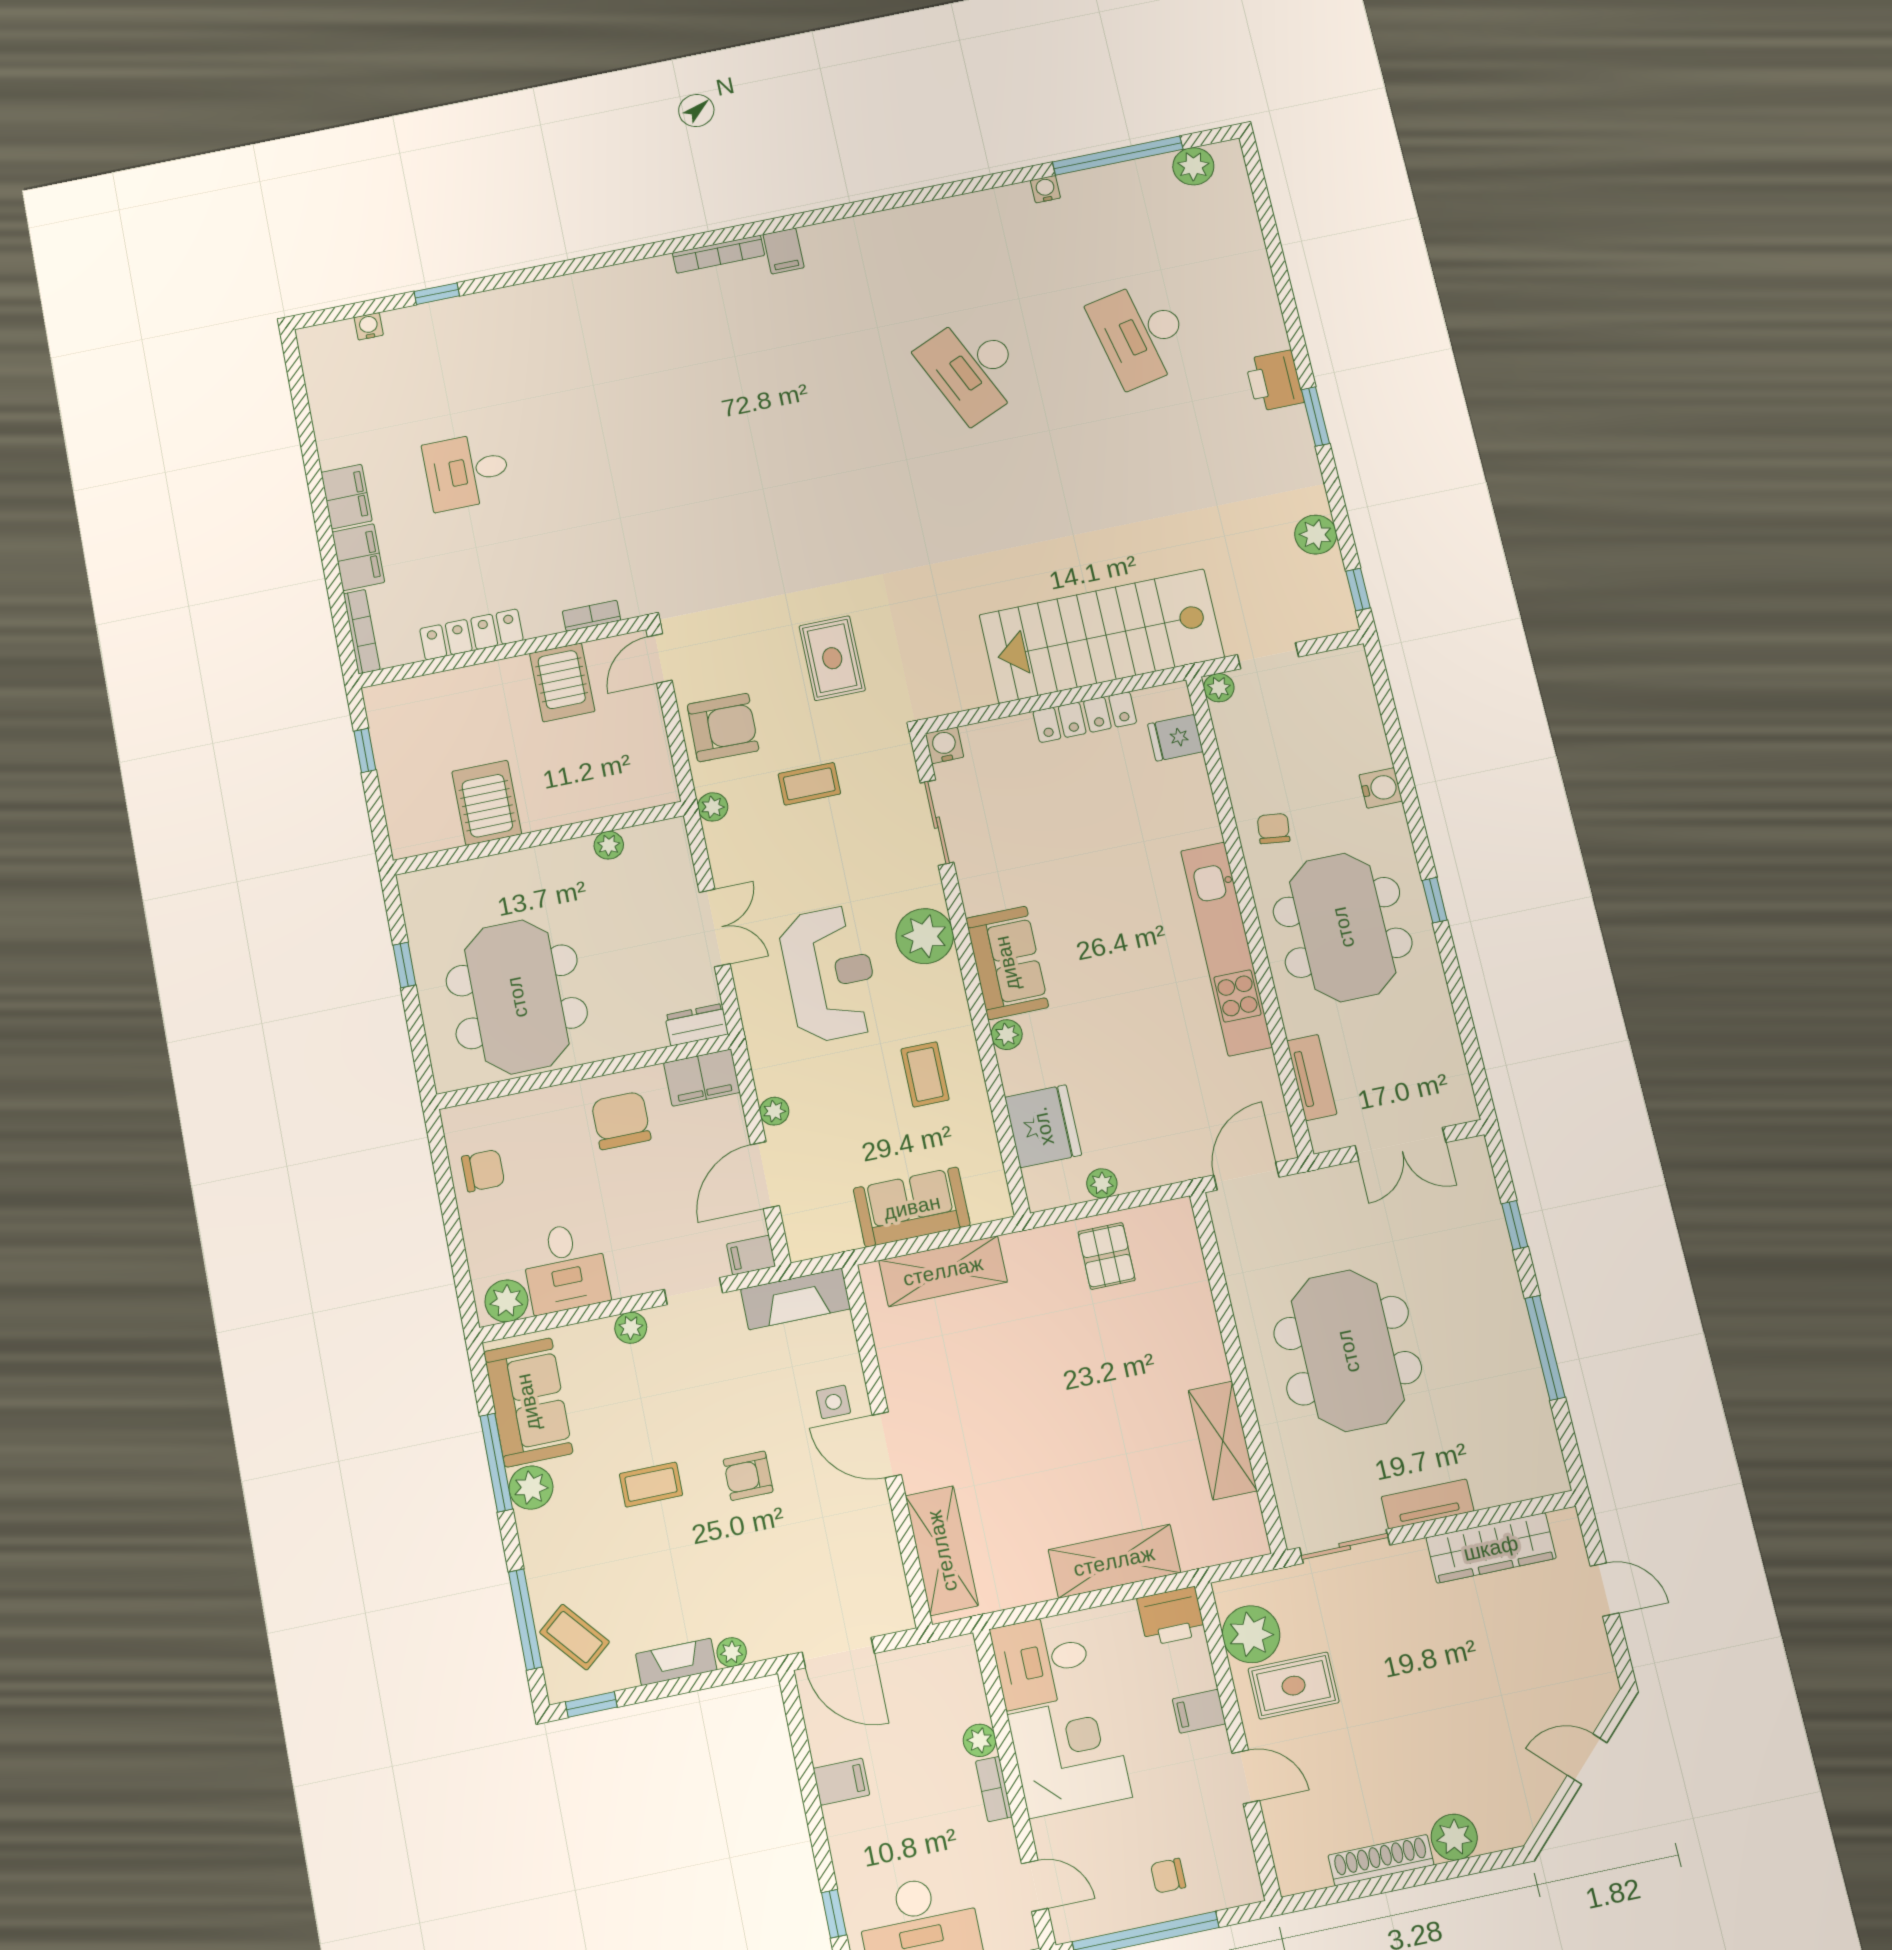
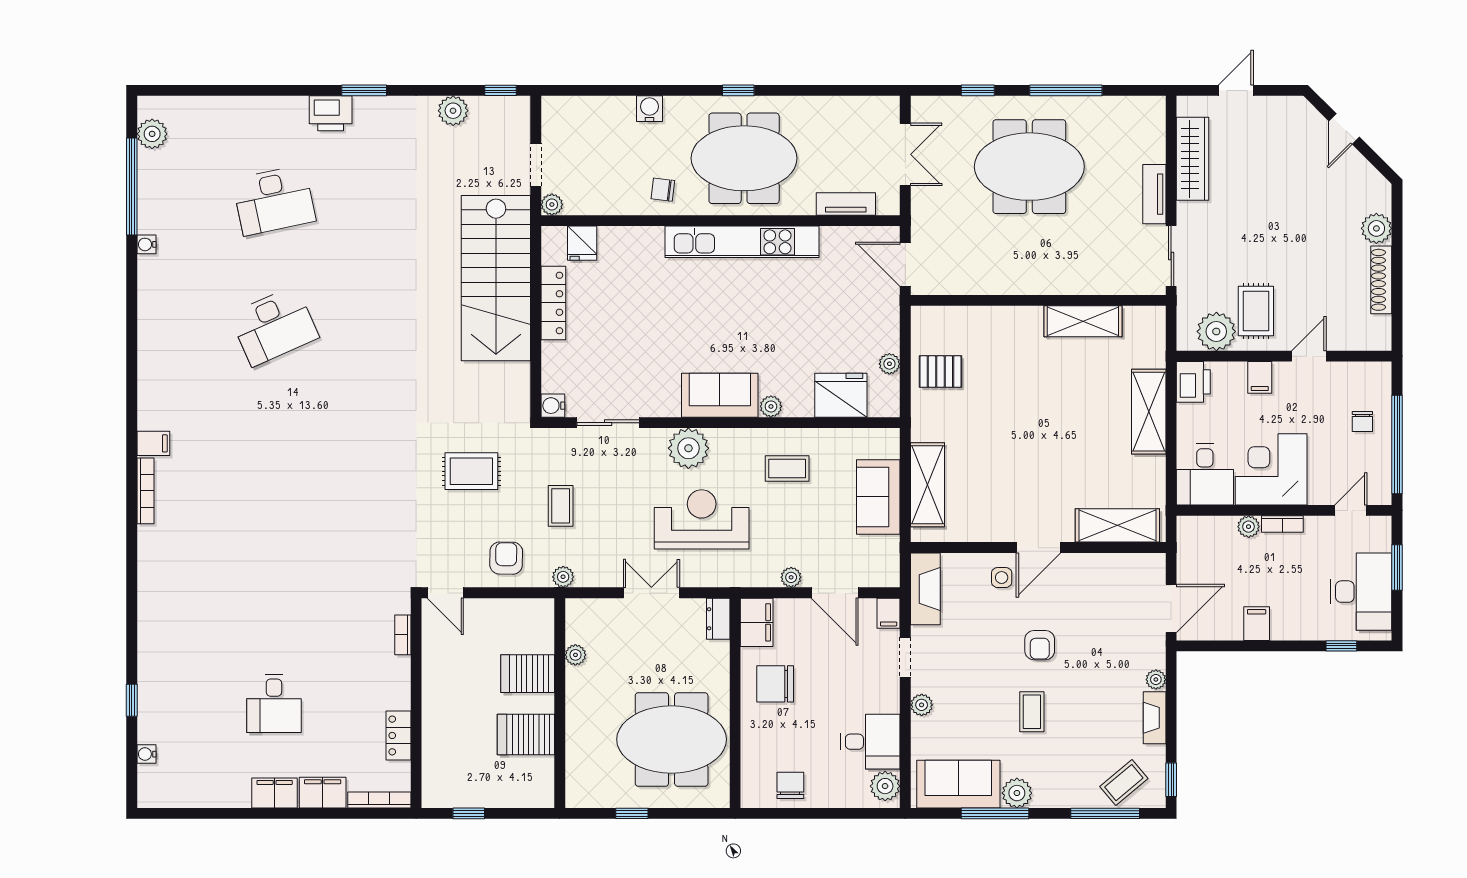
locker: (471, 634) -> (398, 735), width x0.66
server rack: (562, 682) -> (528, 674), moved, turned 180
armchair: (723, 727) -> (506, 558), width x0.72, depth x0.72
meeting table: (1348, 1351) -> (1029, 167), moved

